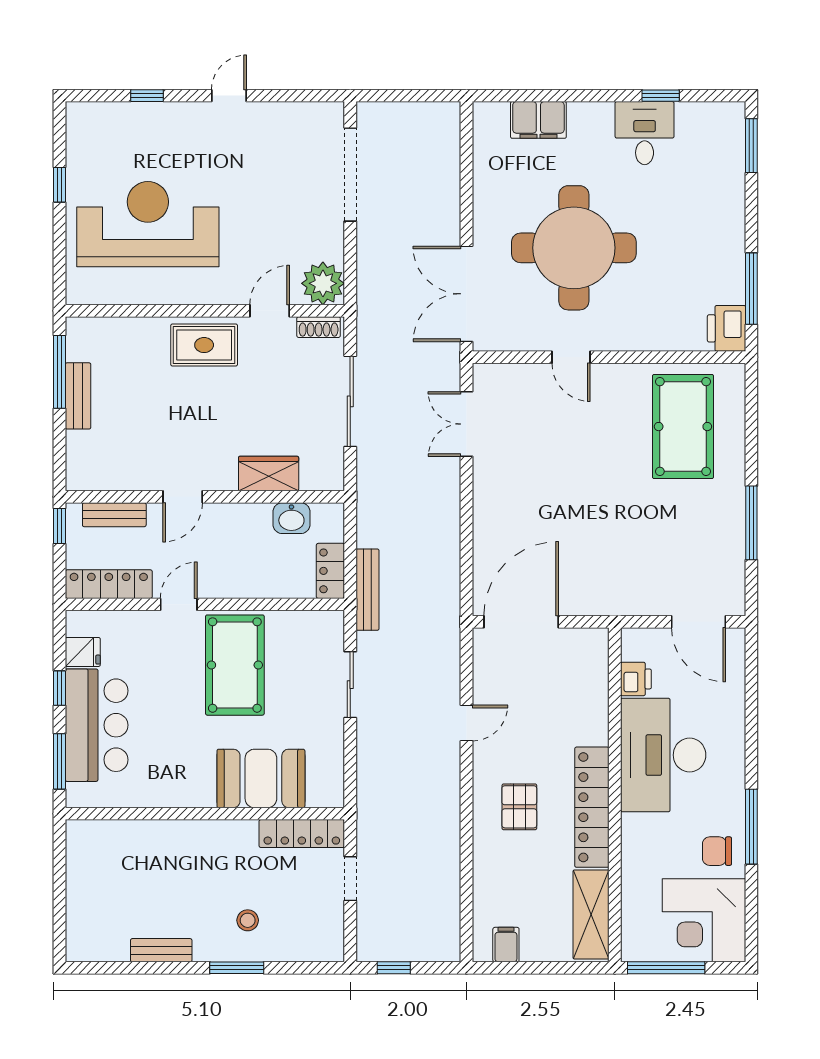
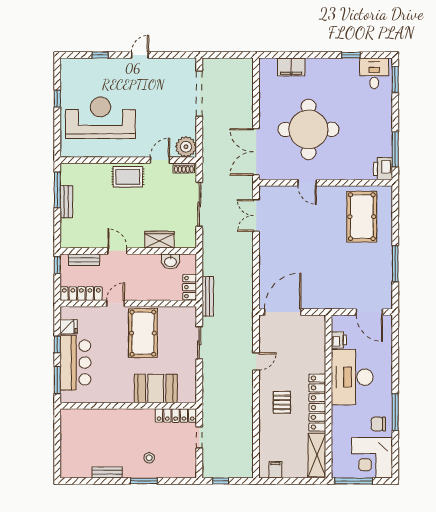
desk: (645, 133) -> (374, 73), moved
door: (183, 497) -> (117, 251), swing flipped

